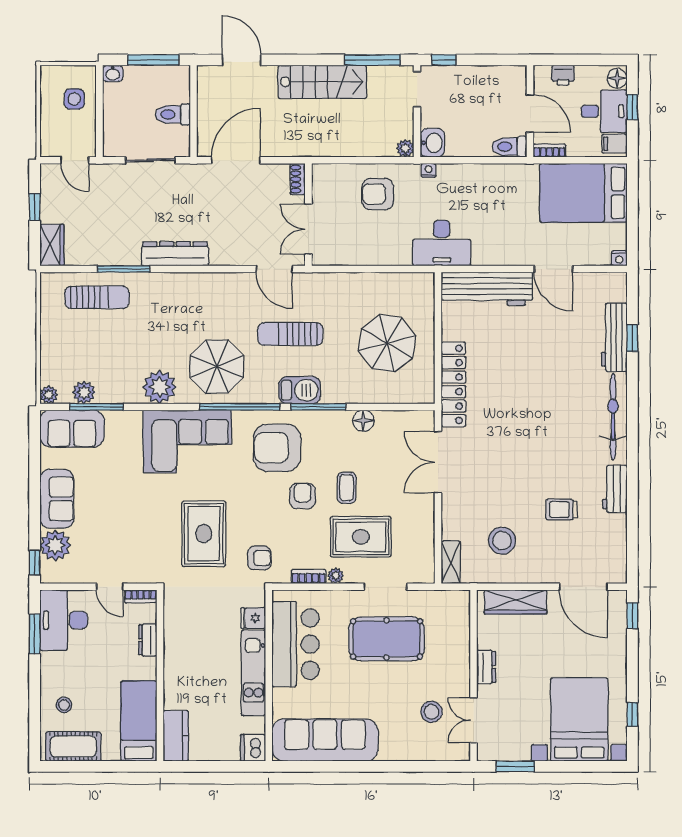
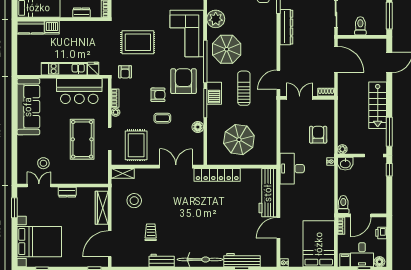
rug: (361, 537) -> (136, 145), moved
dishwasher: (253, 748) -> (52, 27), moved, turned 180

